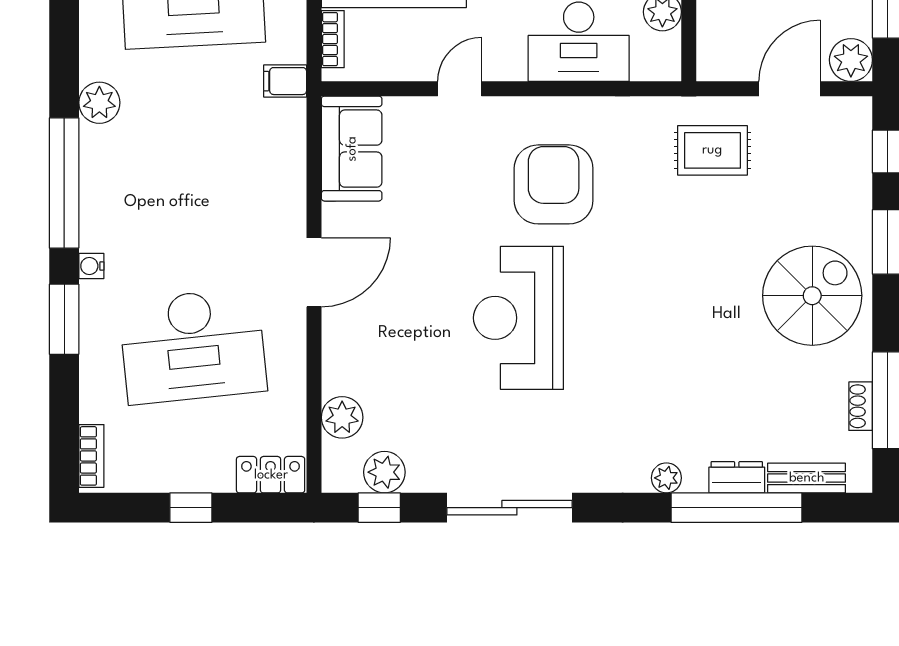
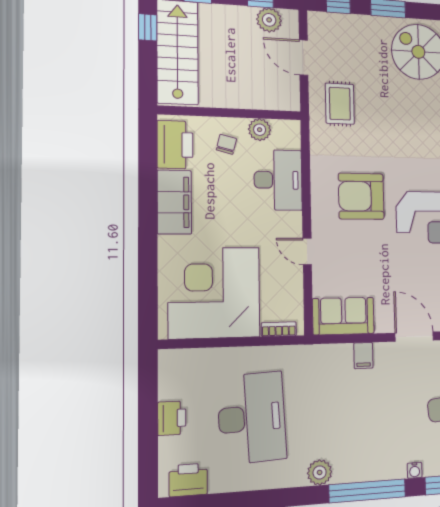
plant: (851, 60) -> (269, 20), moved
filing cabinet: (285, 81) -> (363, 356), moved

